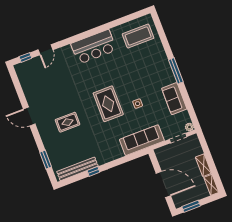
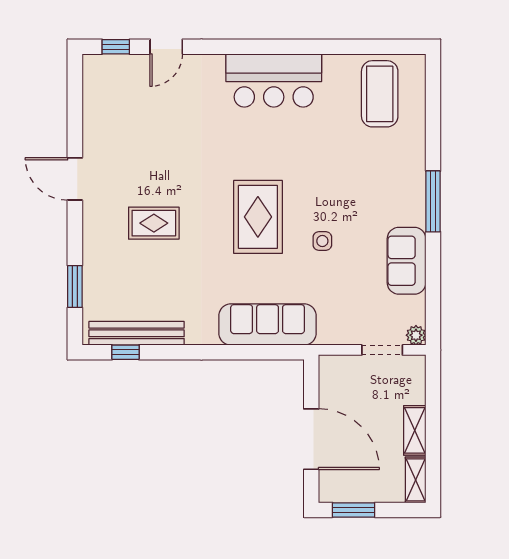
coffee table: (138, 36) -> (380, 94), turned 90
sofa: (142, 140) -> (268, 324), moved
window: (93, 171) -> (126, 352), moved

